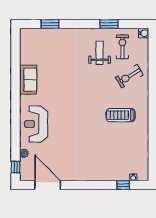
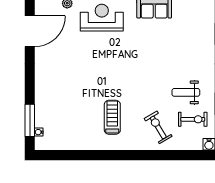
weight bench: (100, 53) -> (186, 92), turned 180
window: (123, 185) -> (30, 120), width x2.17

